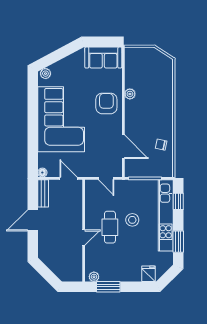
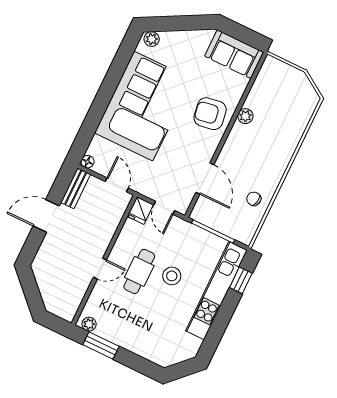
armchair: (106, 103) -> (210, 114), turned -99
window: (178, 242) -> (216, 331), removed
fridge: (149, 274) -> (140, 211), moved, turned 180

